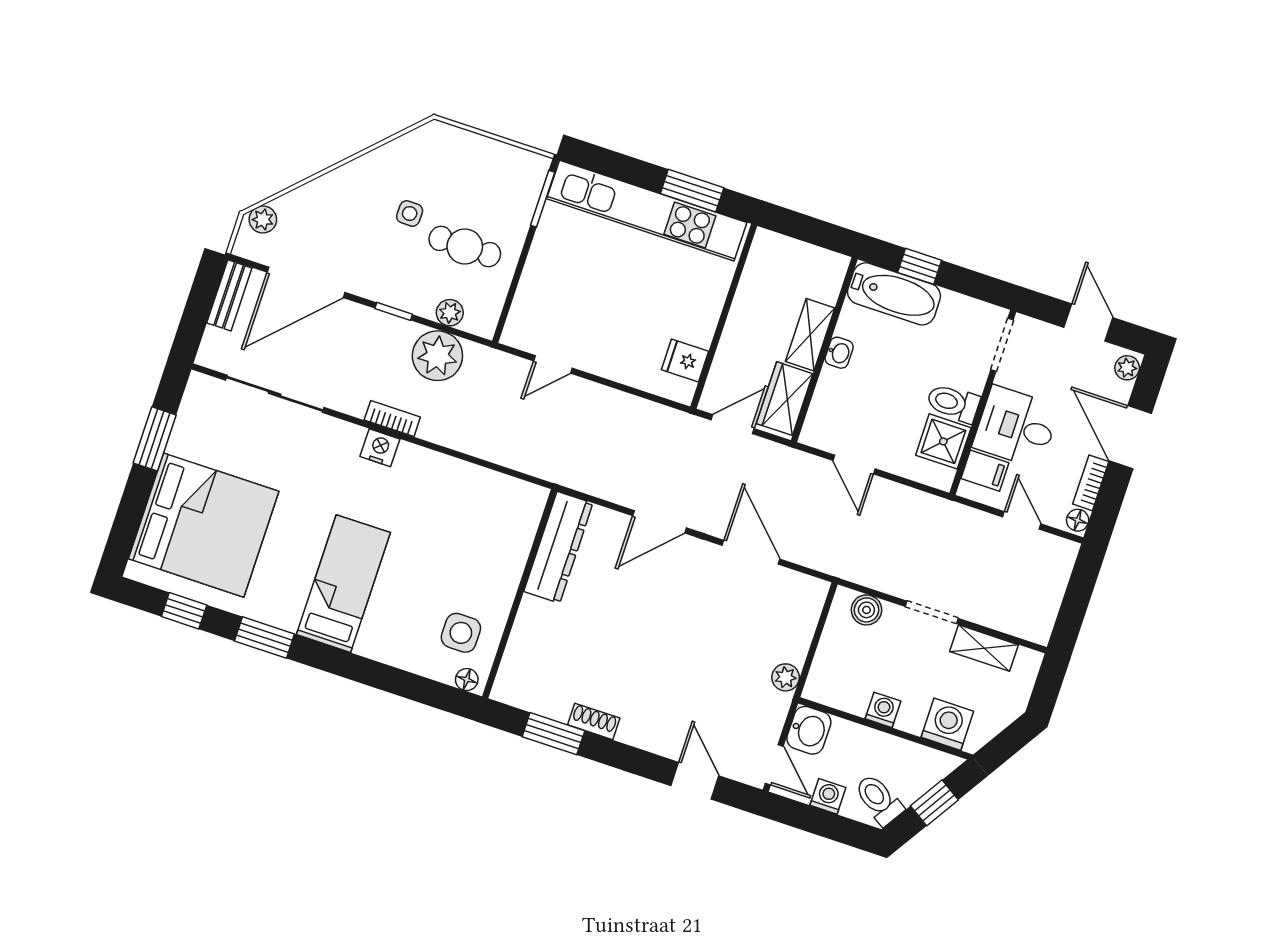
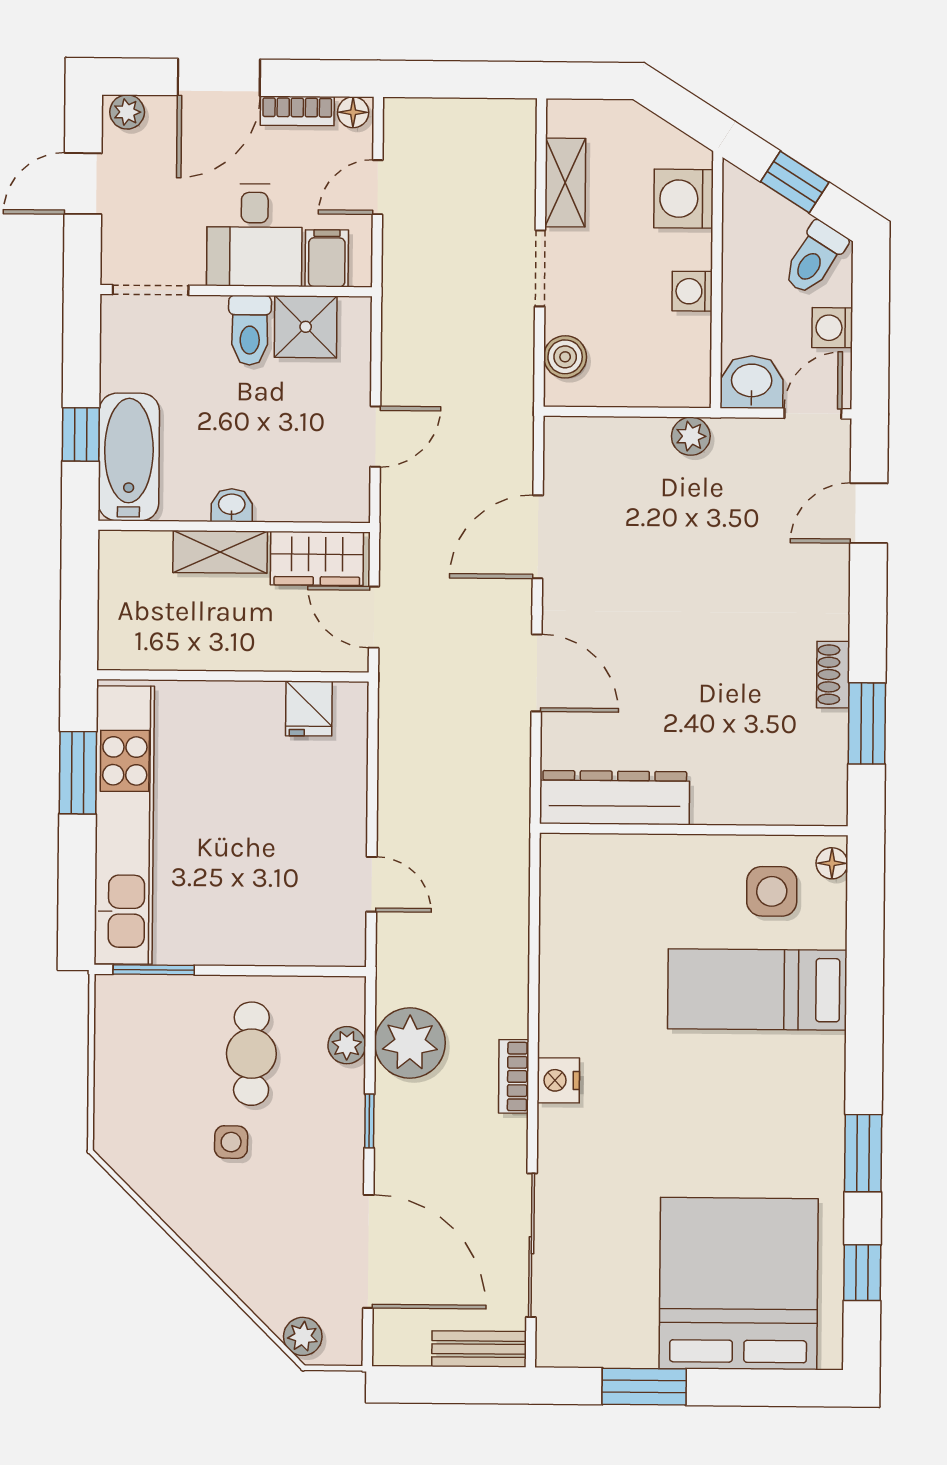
bench: (229, 295) -> (479, 1349), moved
bed: (343, 584) -> (757, 990), moved

